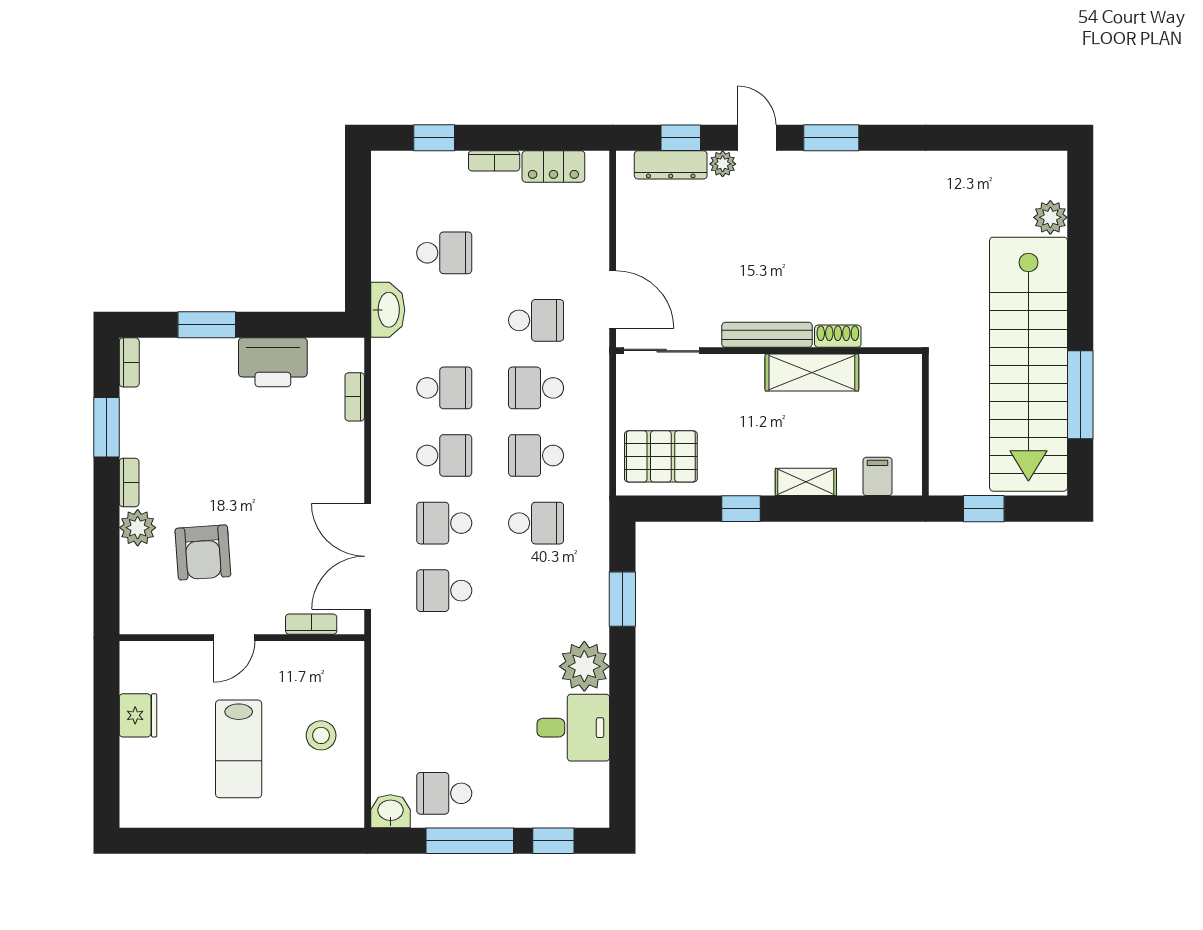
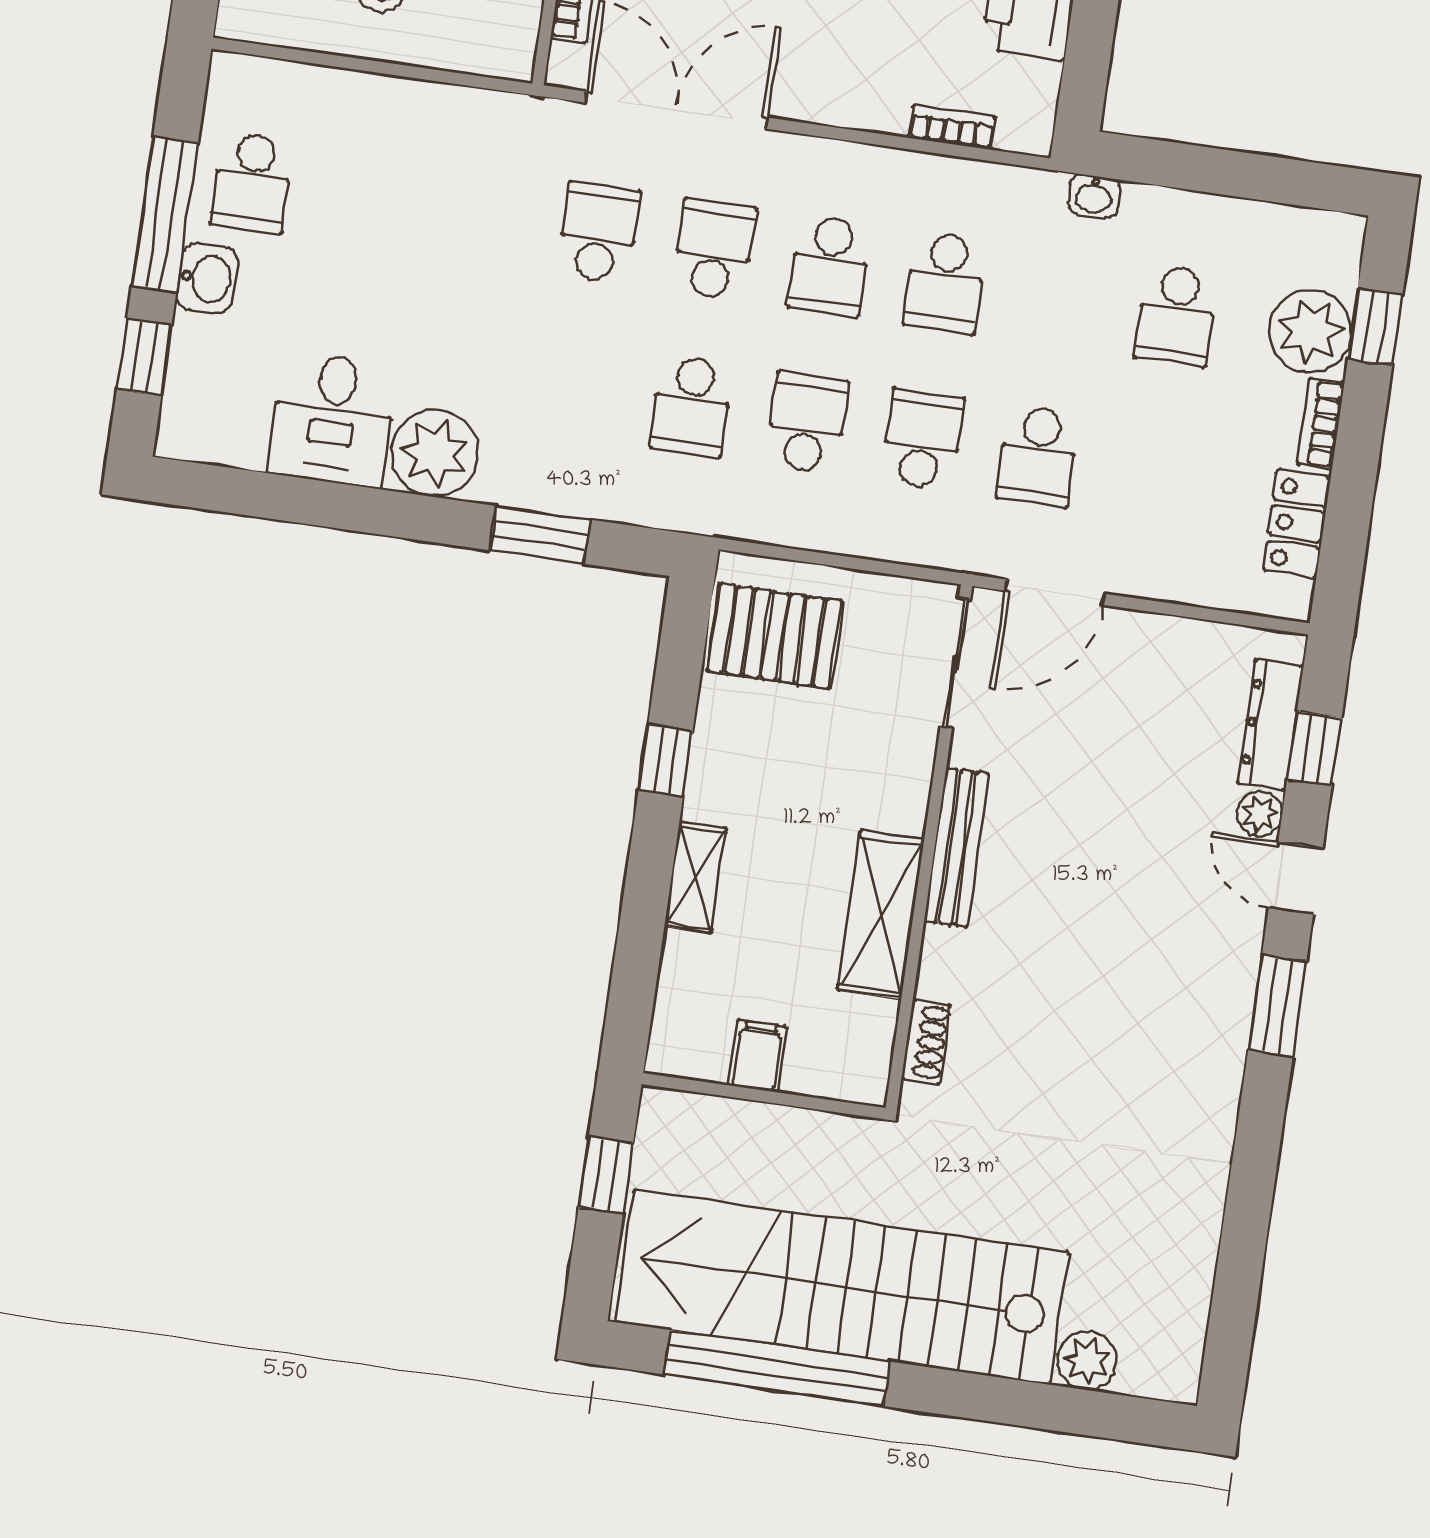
door: (757, 138) -> (1296, 878), swing flipped
plant: (442, 175) -> (1310, 331), added
washbasin: (388, 310) -> (1094, 196), width x0.52, depth x0.69
shoe rack: (838, 336) -> (926, 1042), moved
window: (1080, 395) -> (777, 1368), width x1.46
pallet: (661, 456) -> (775, 636), turned 90
filing cabinet: (878, 476) -> (757, 1056), moved, turned -90
school desk: (444, 793) -> (252, 183), turned 180
washbasin: (390, 811) -> (207, 278), moved

